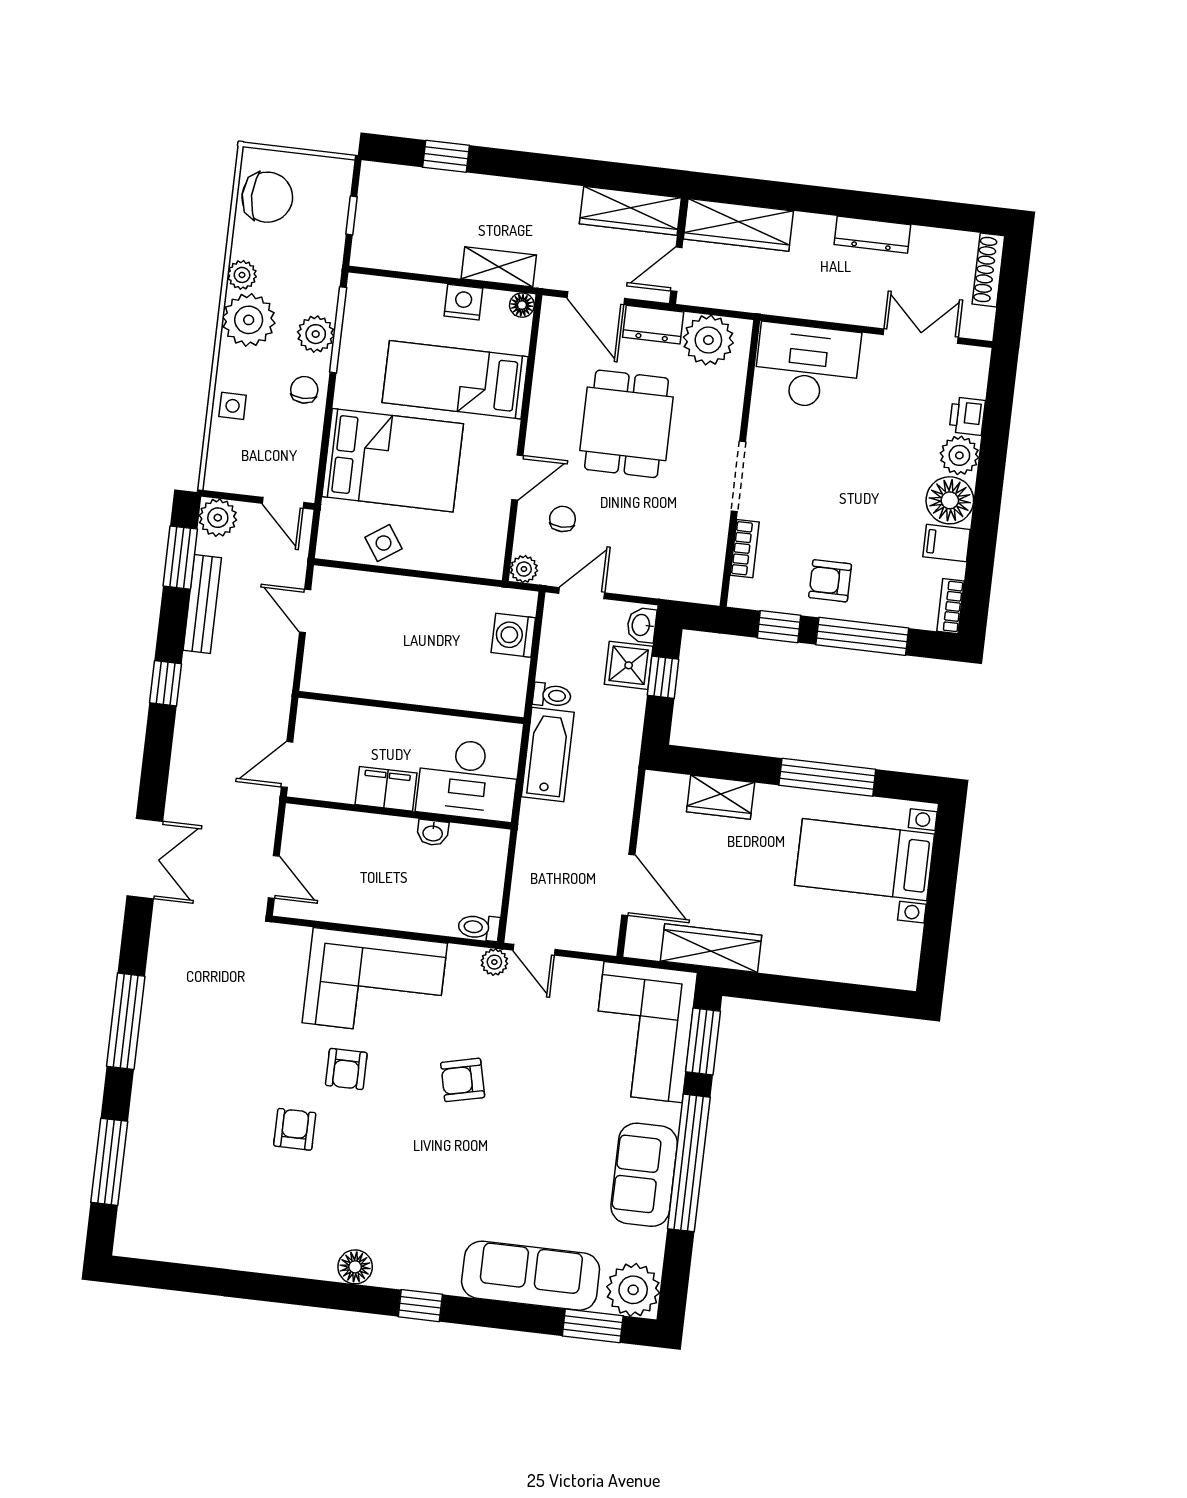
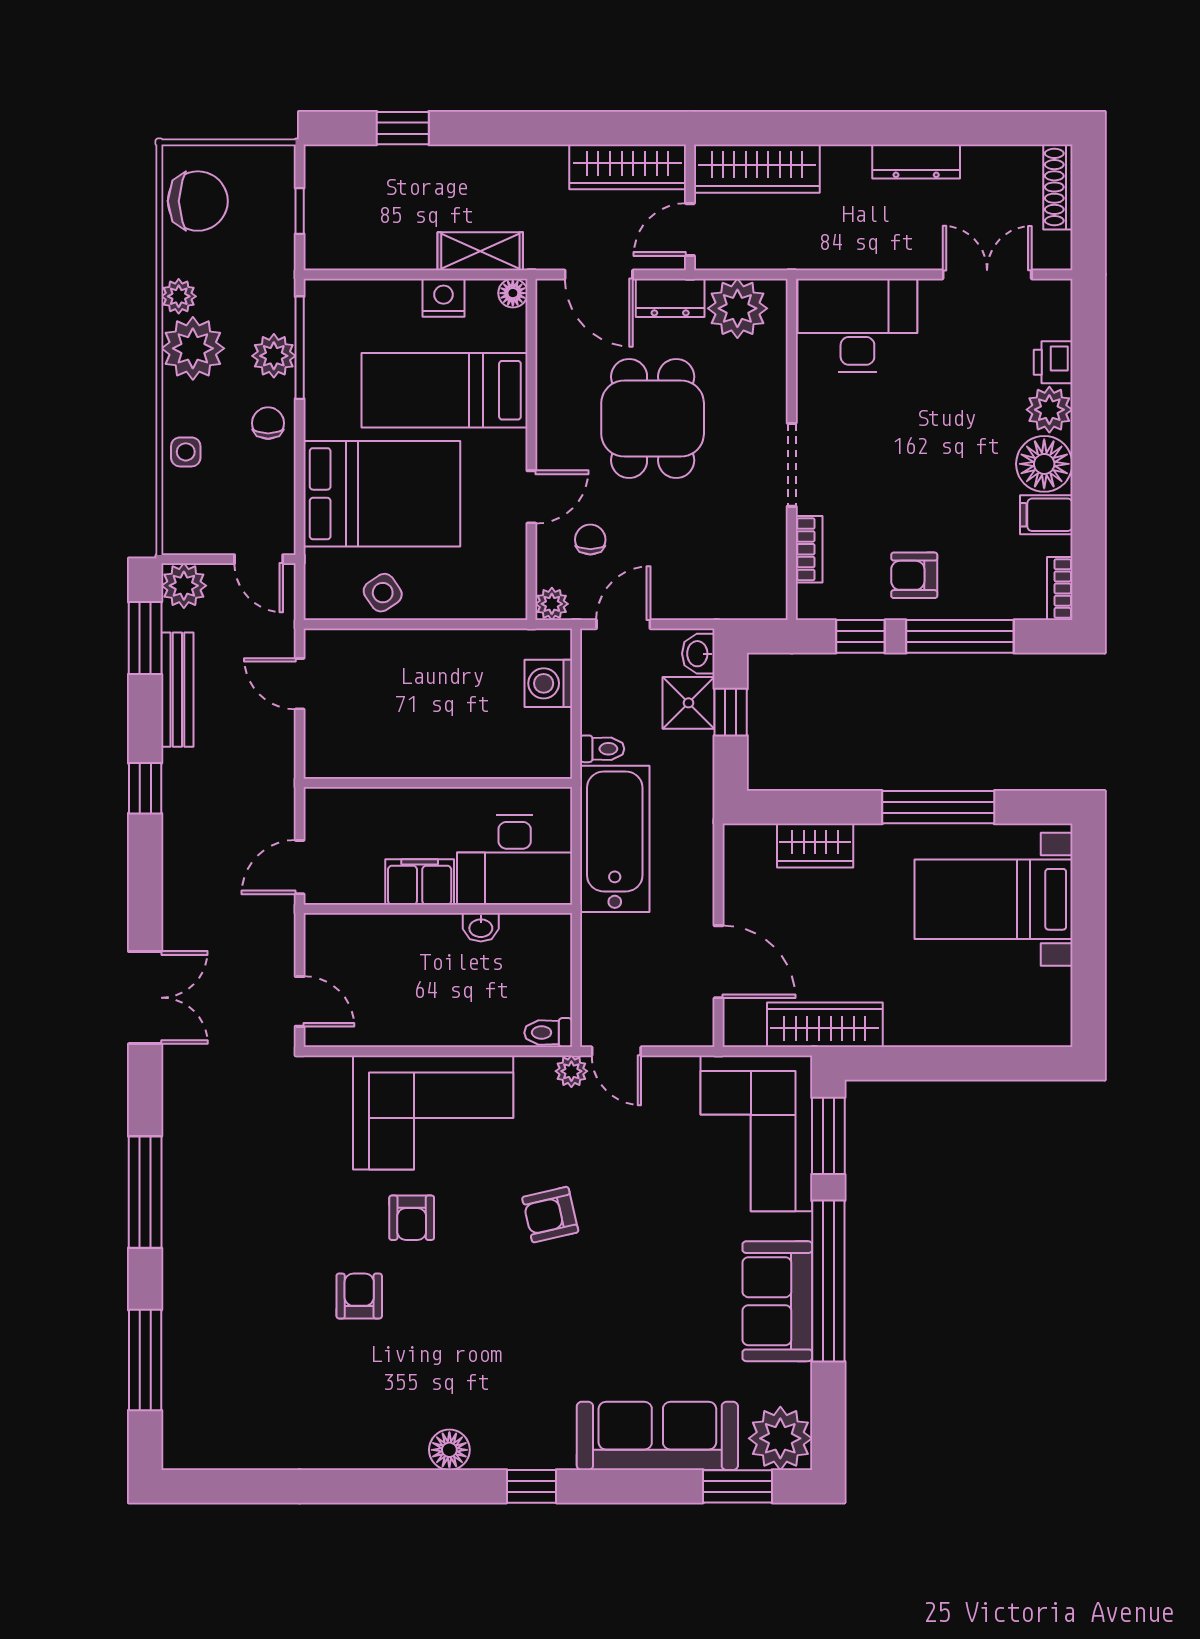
bathtub: (548, 755) -> (615, 839), width x1.36, depth x1.36

